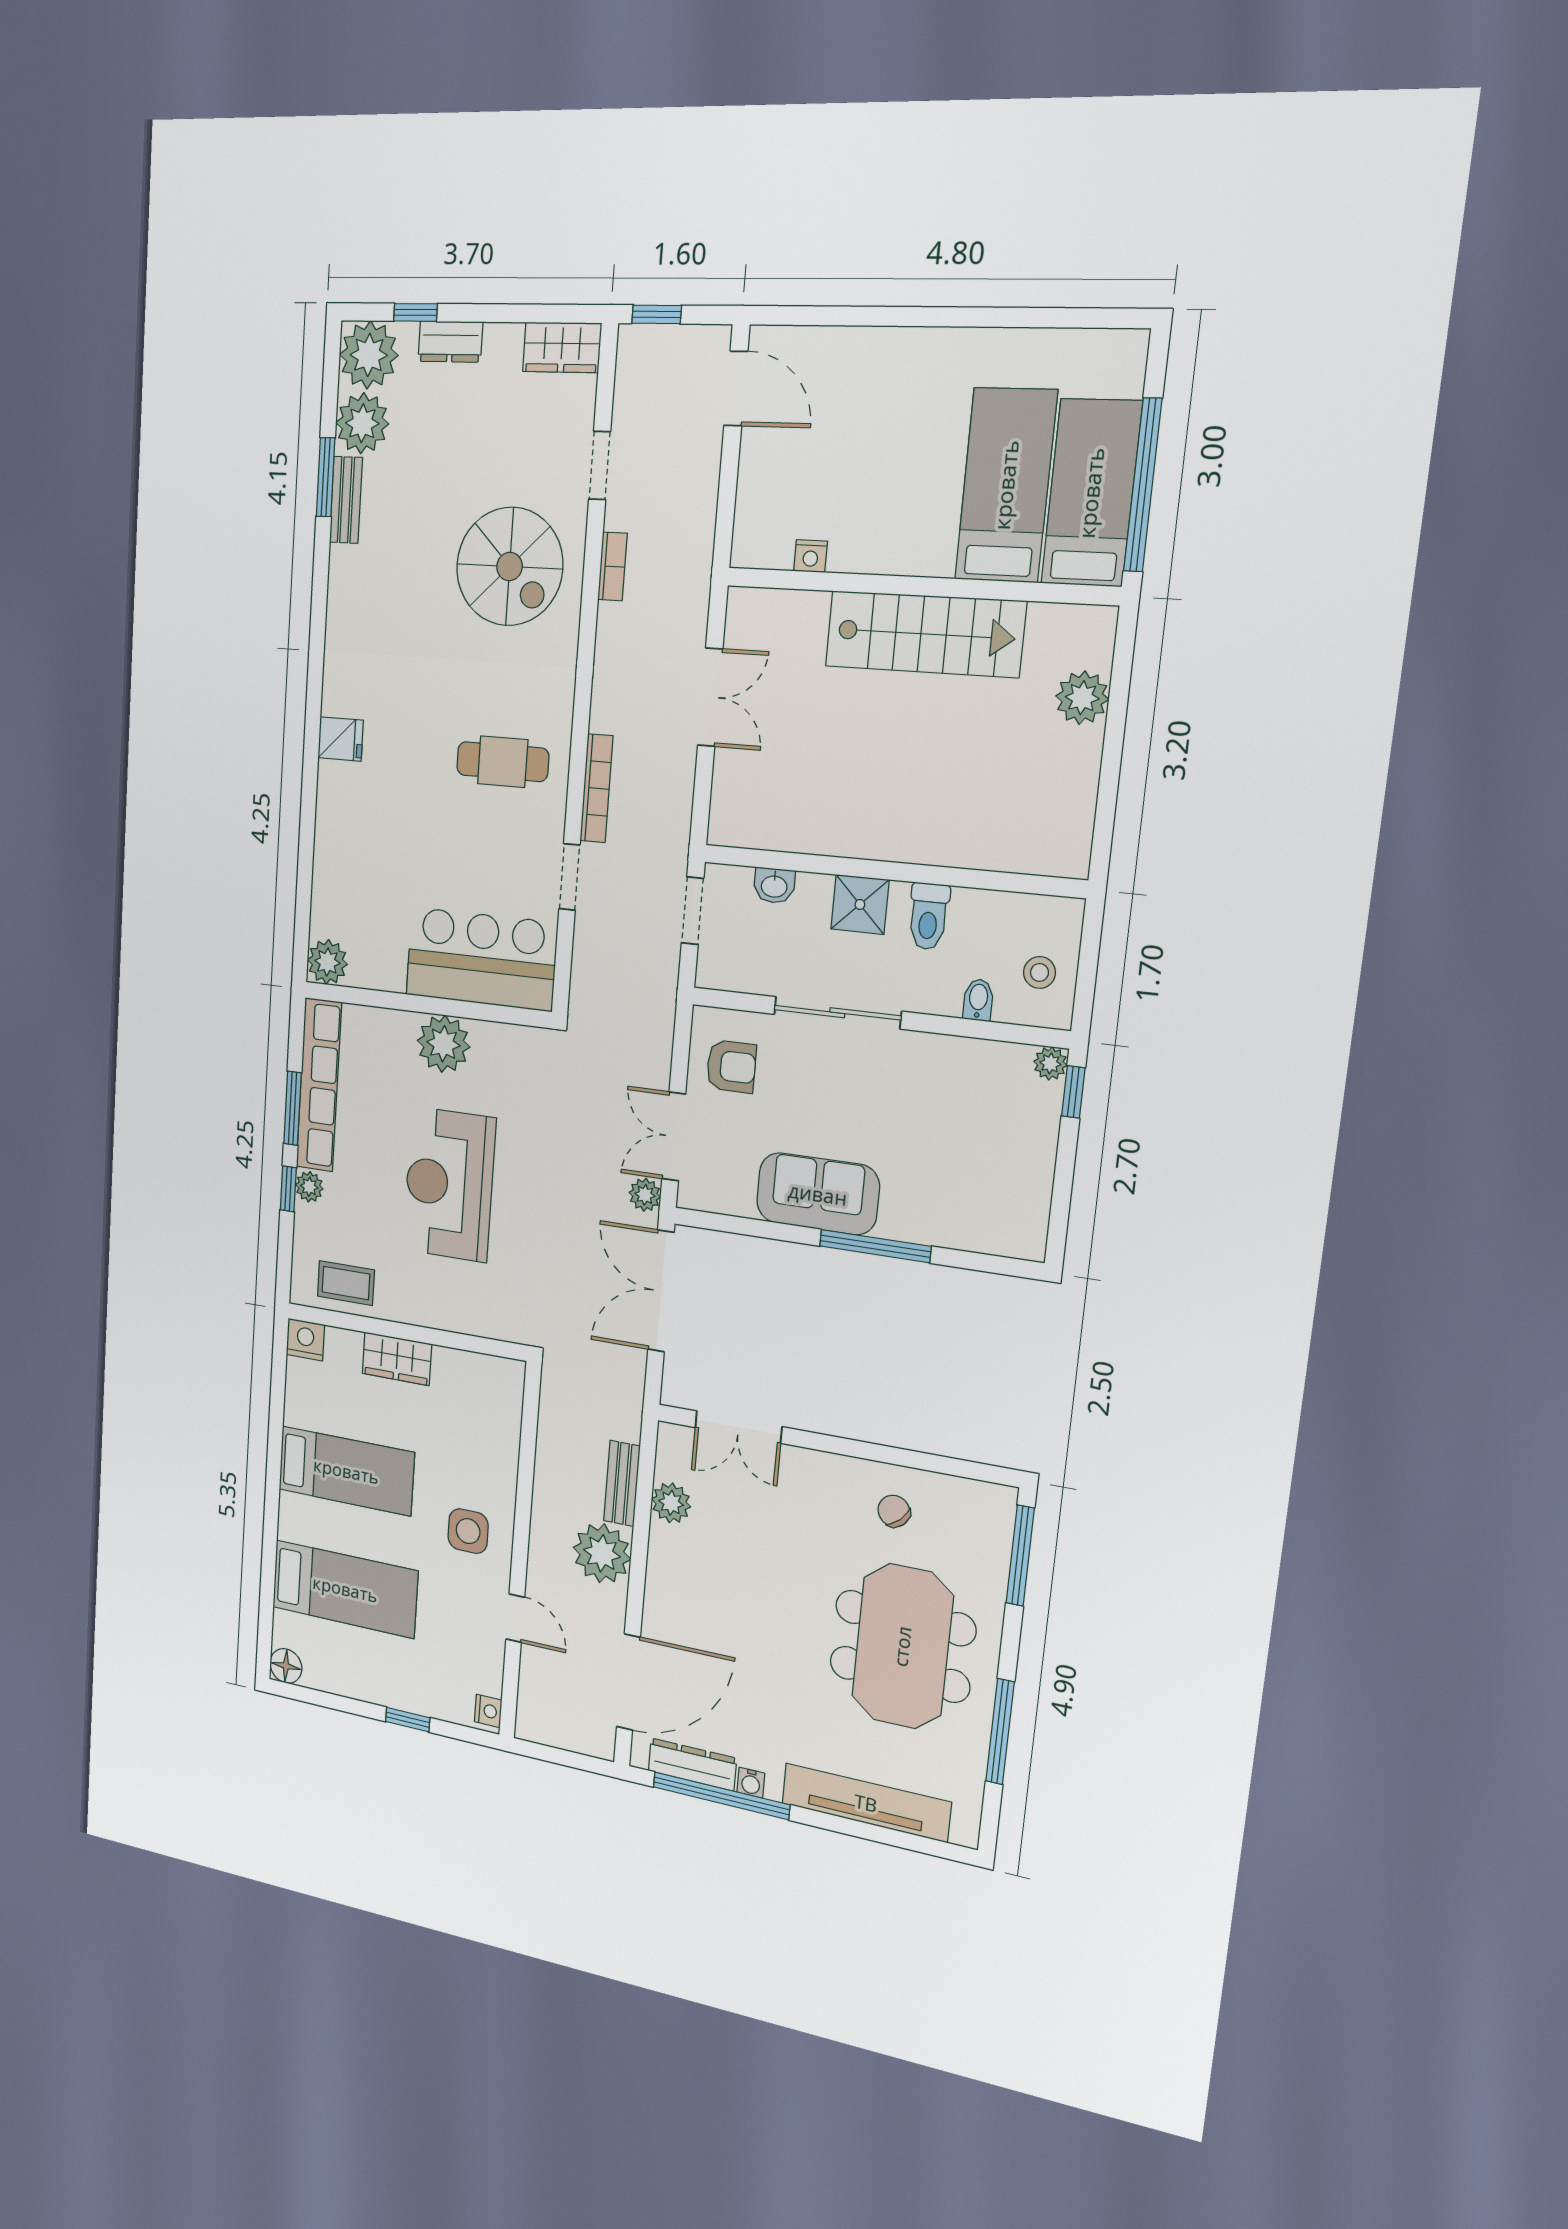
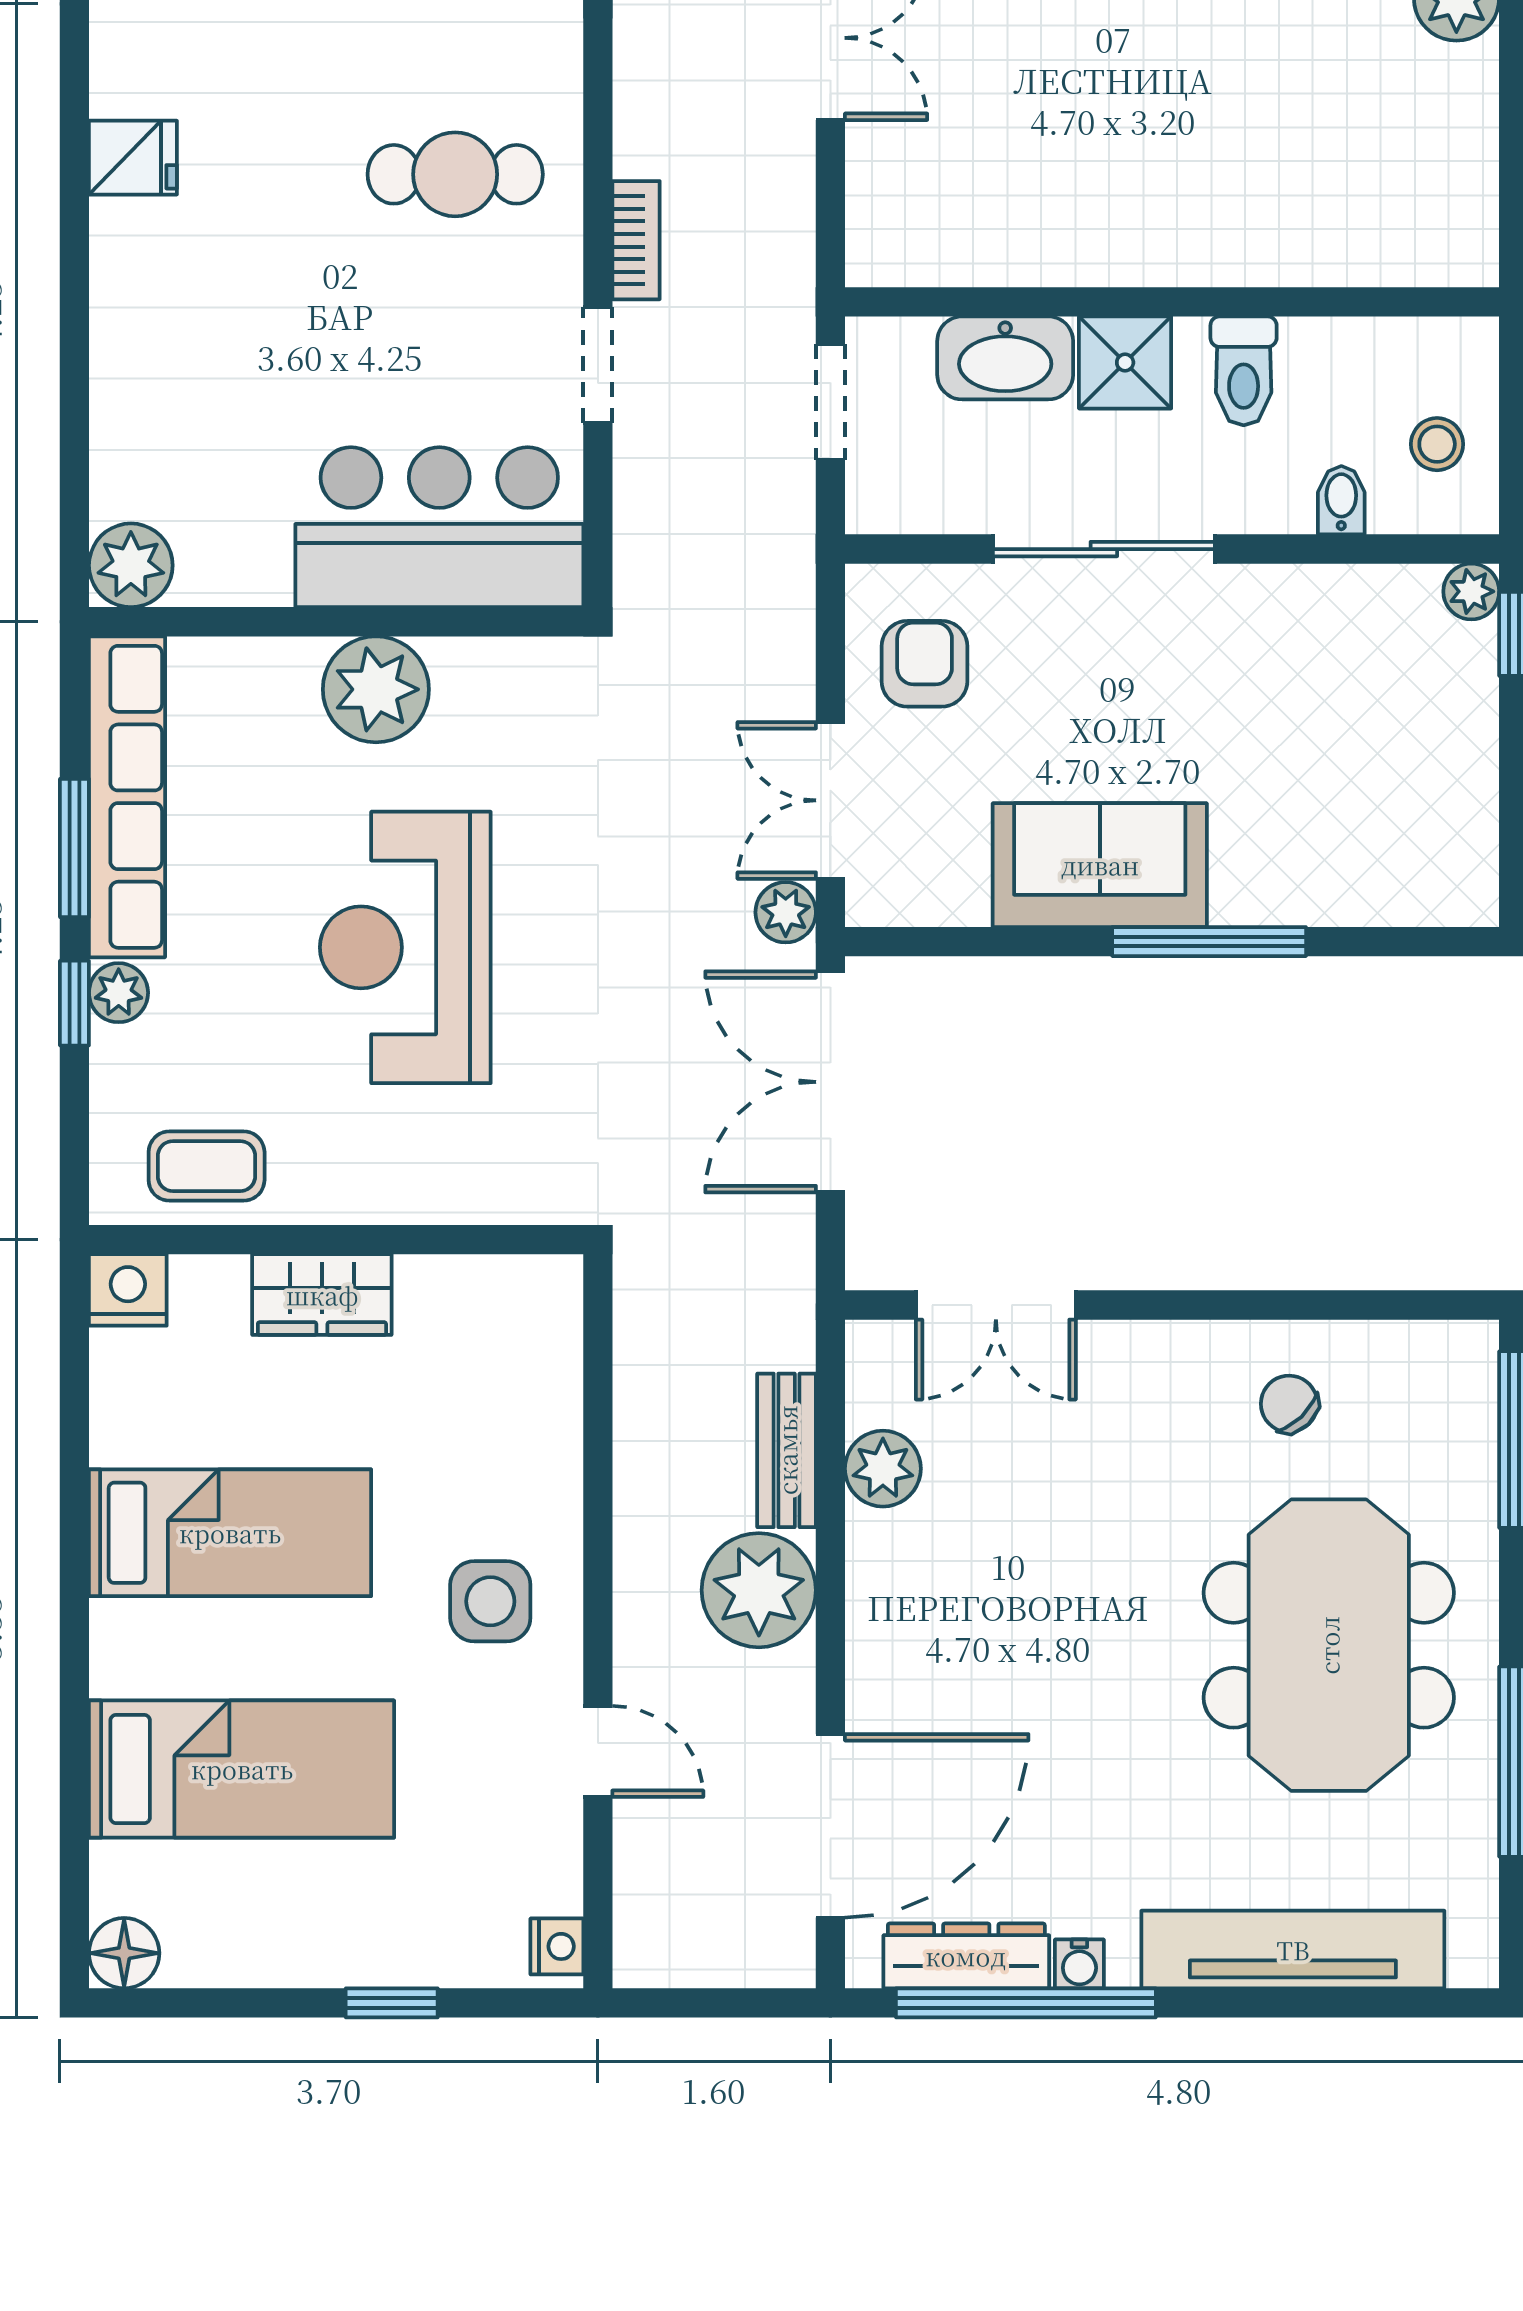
bookcase: (596, 788) -> (636, 240), width x0.64
washbasin: (774, 886) -> (1005, 358), width x1.91, depth x1.45
armchair: (731, 1066) -> (925, 664), turned -90

